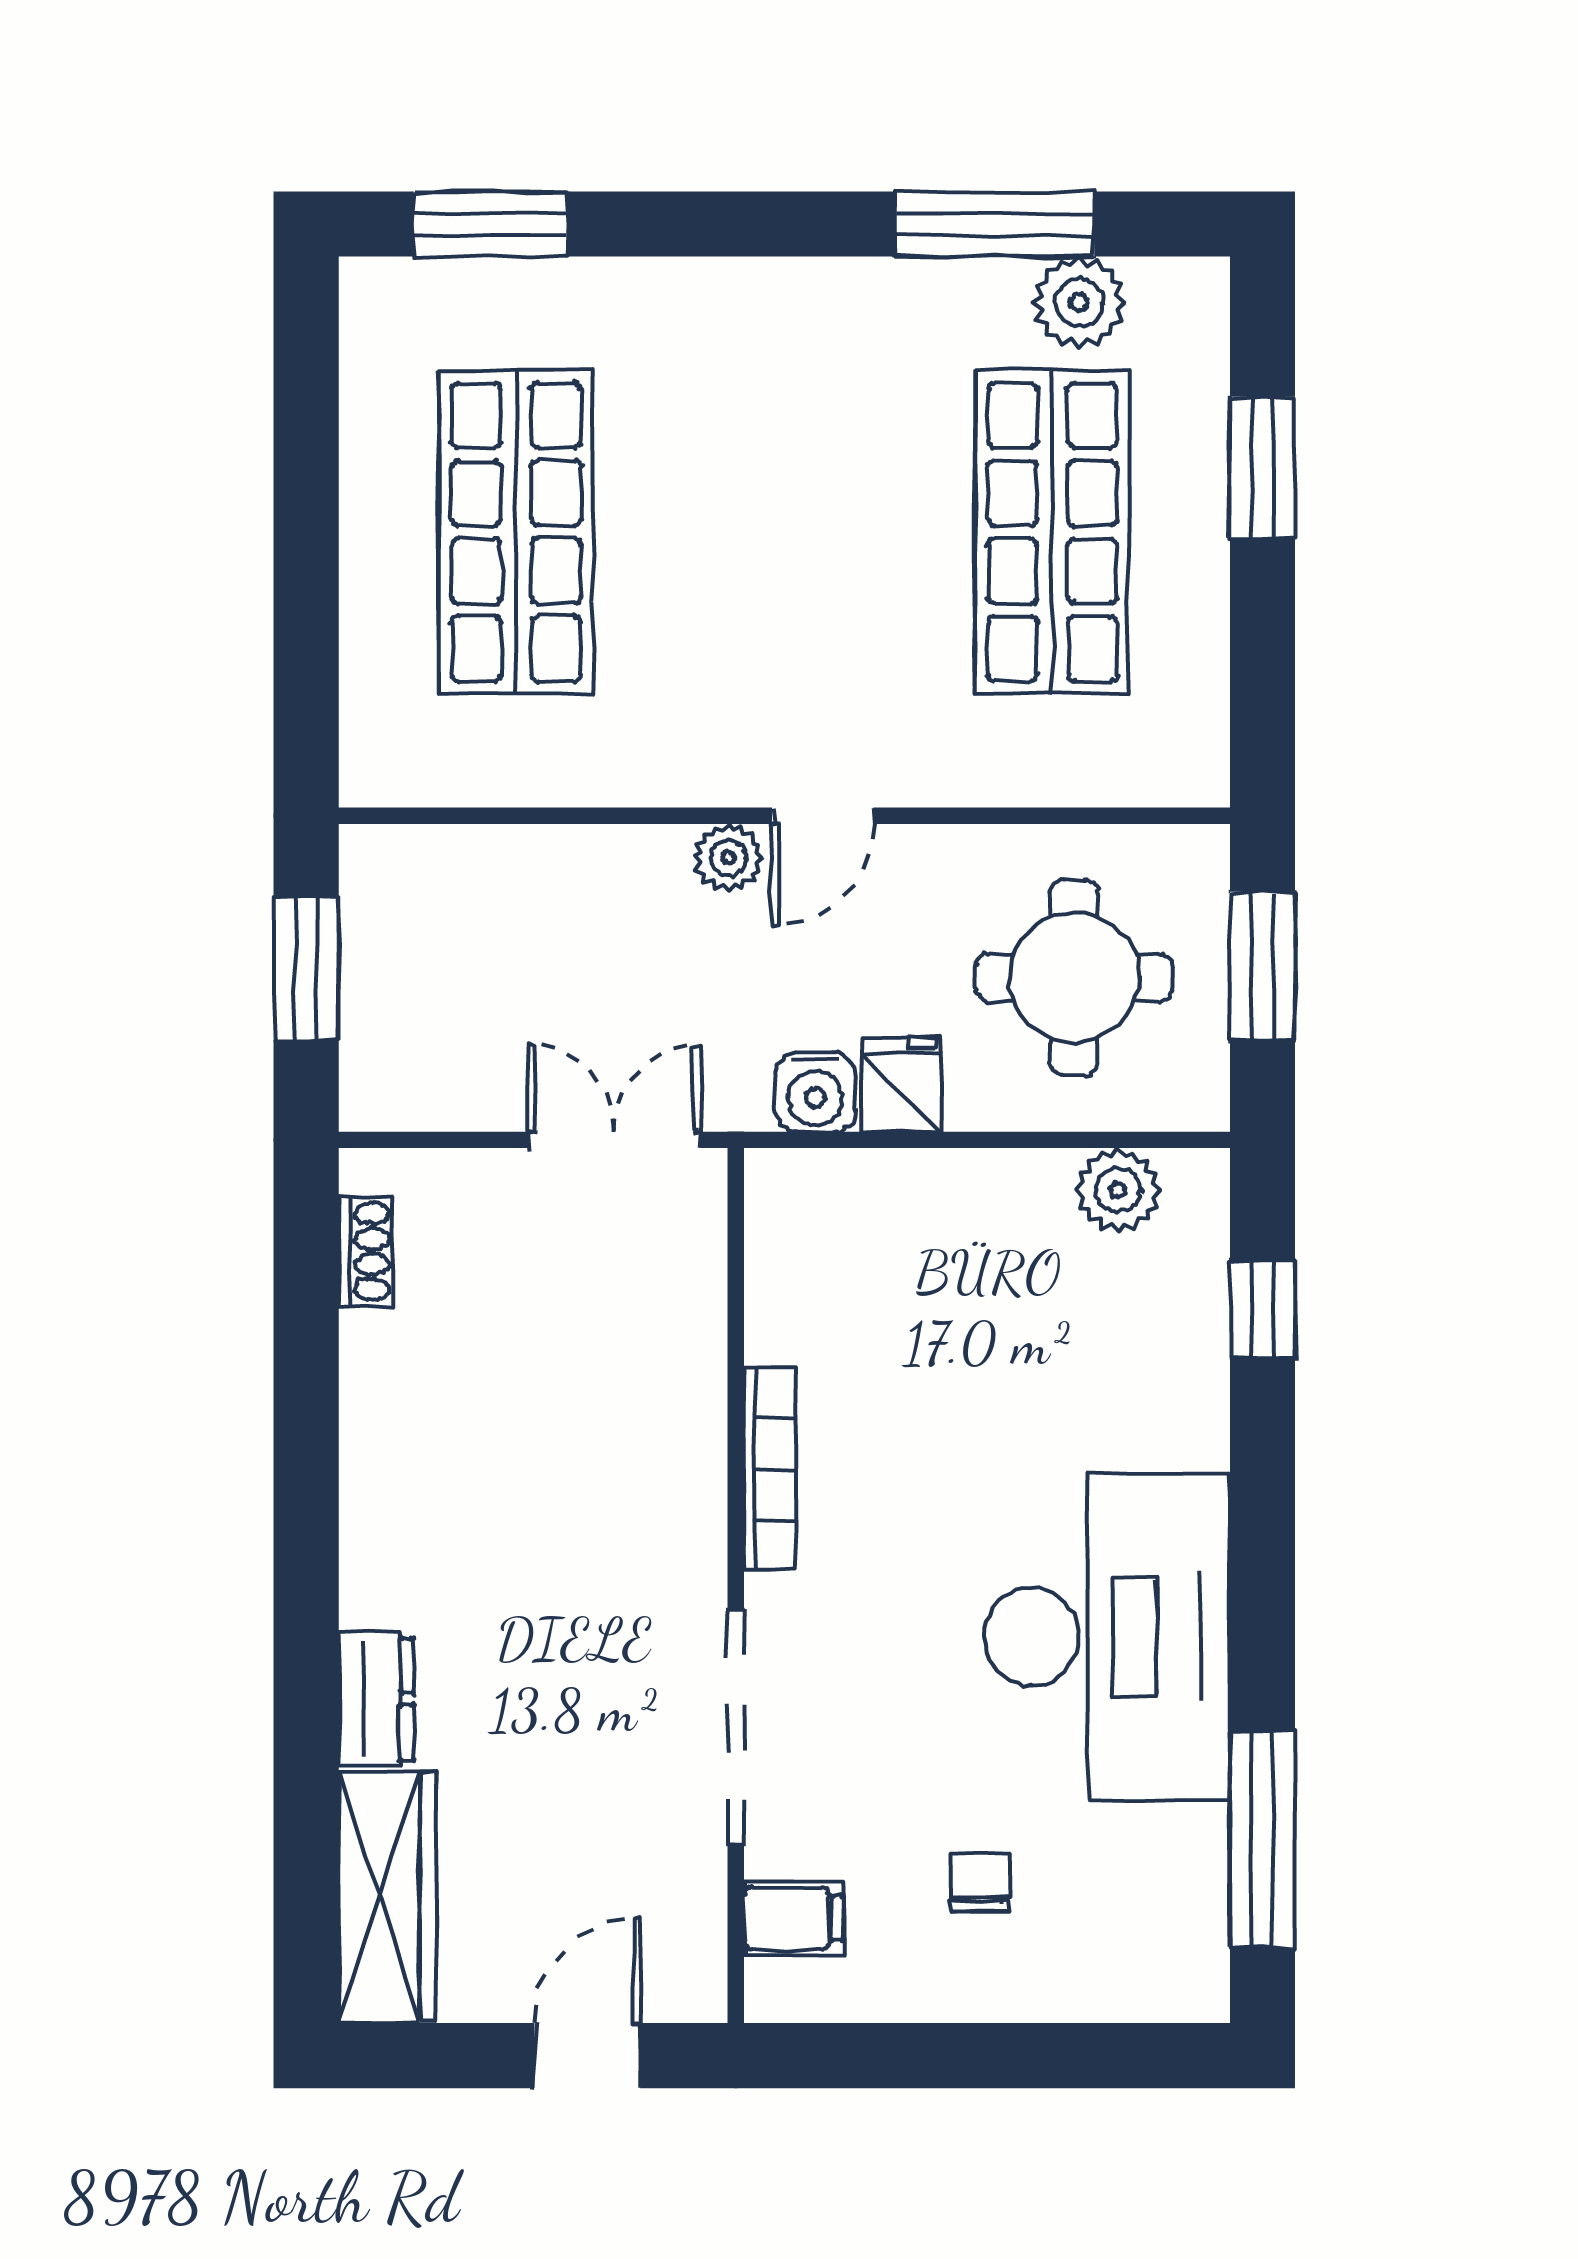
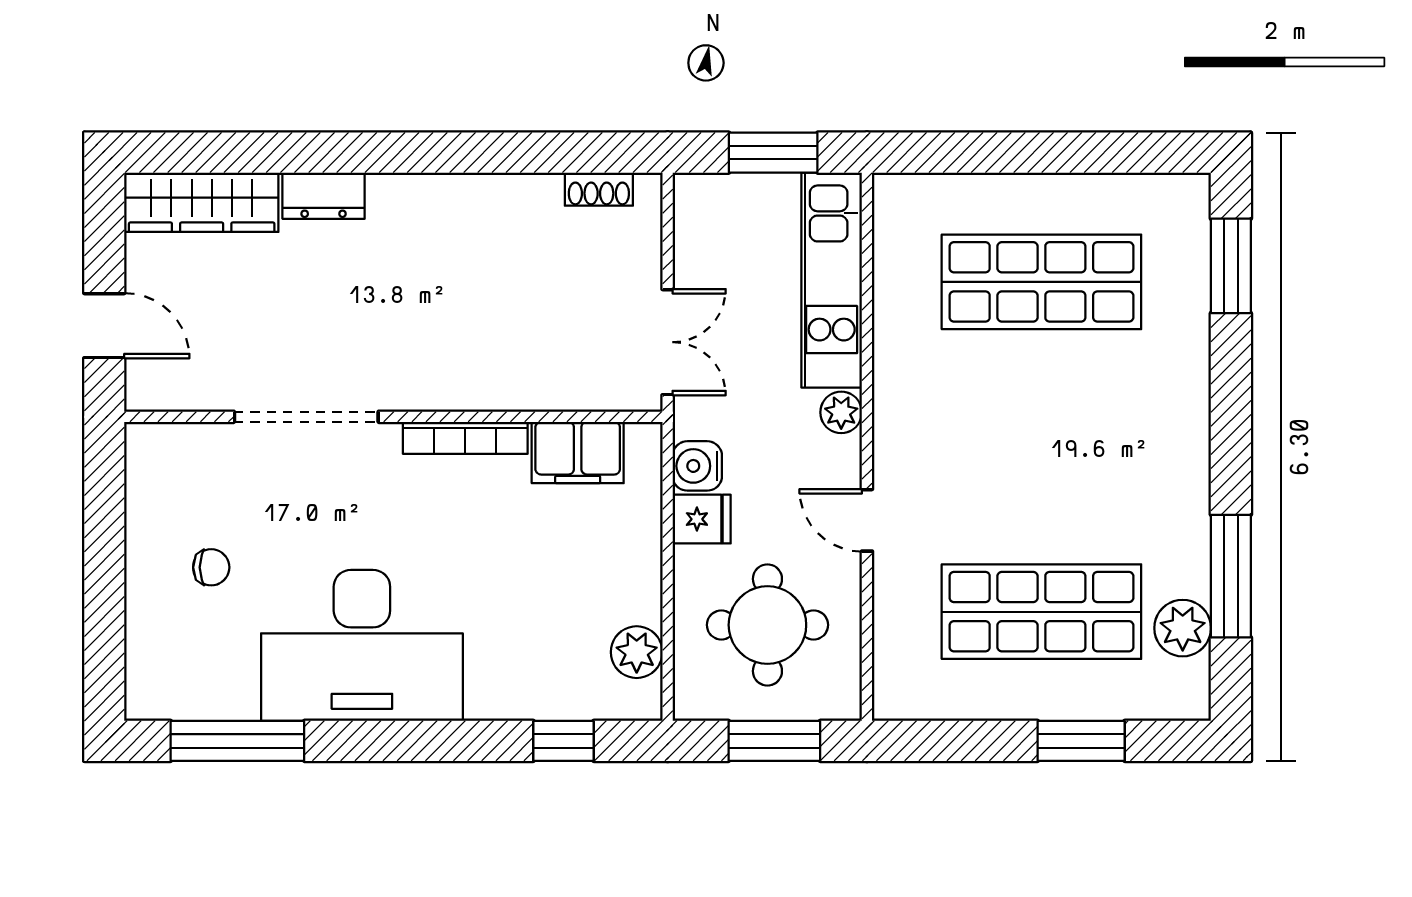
door: (823, 816) -> (867, 520), moved
kitchen unit: (513, 873) -> (832, 280), added
filing cabinet: (794, 1918) -> (578, 452), moved, width x2.00

